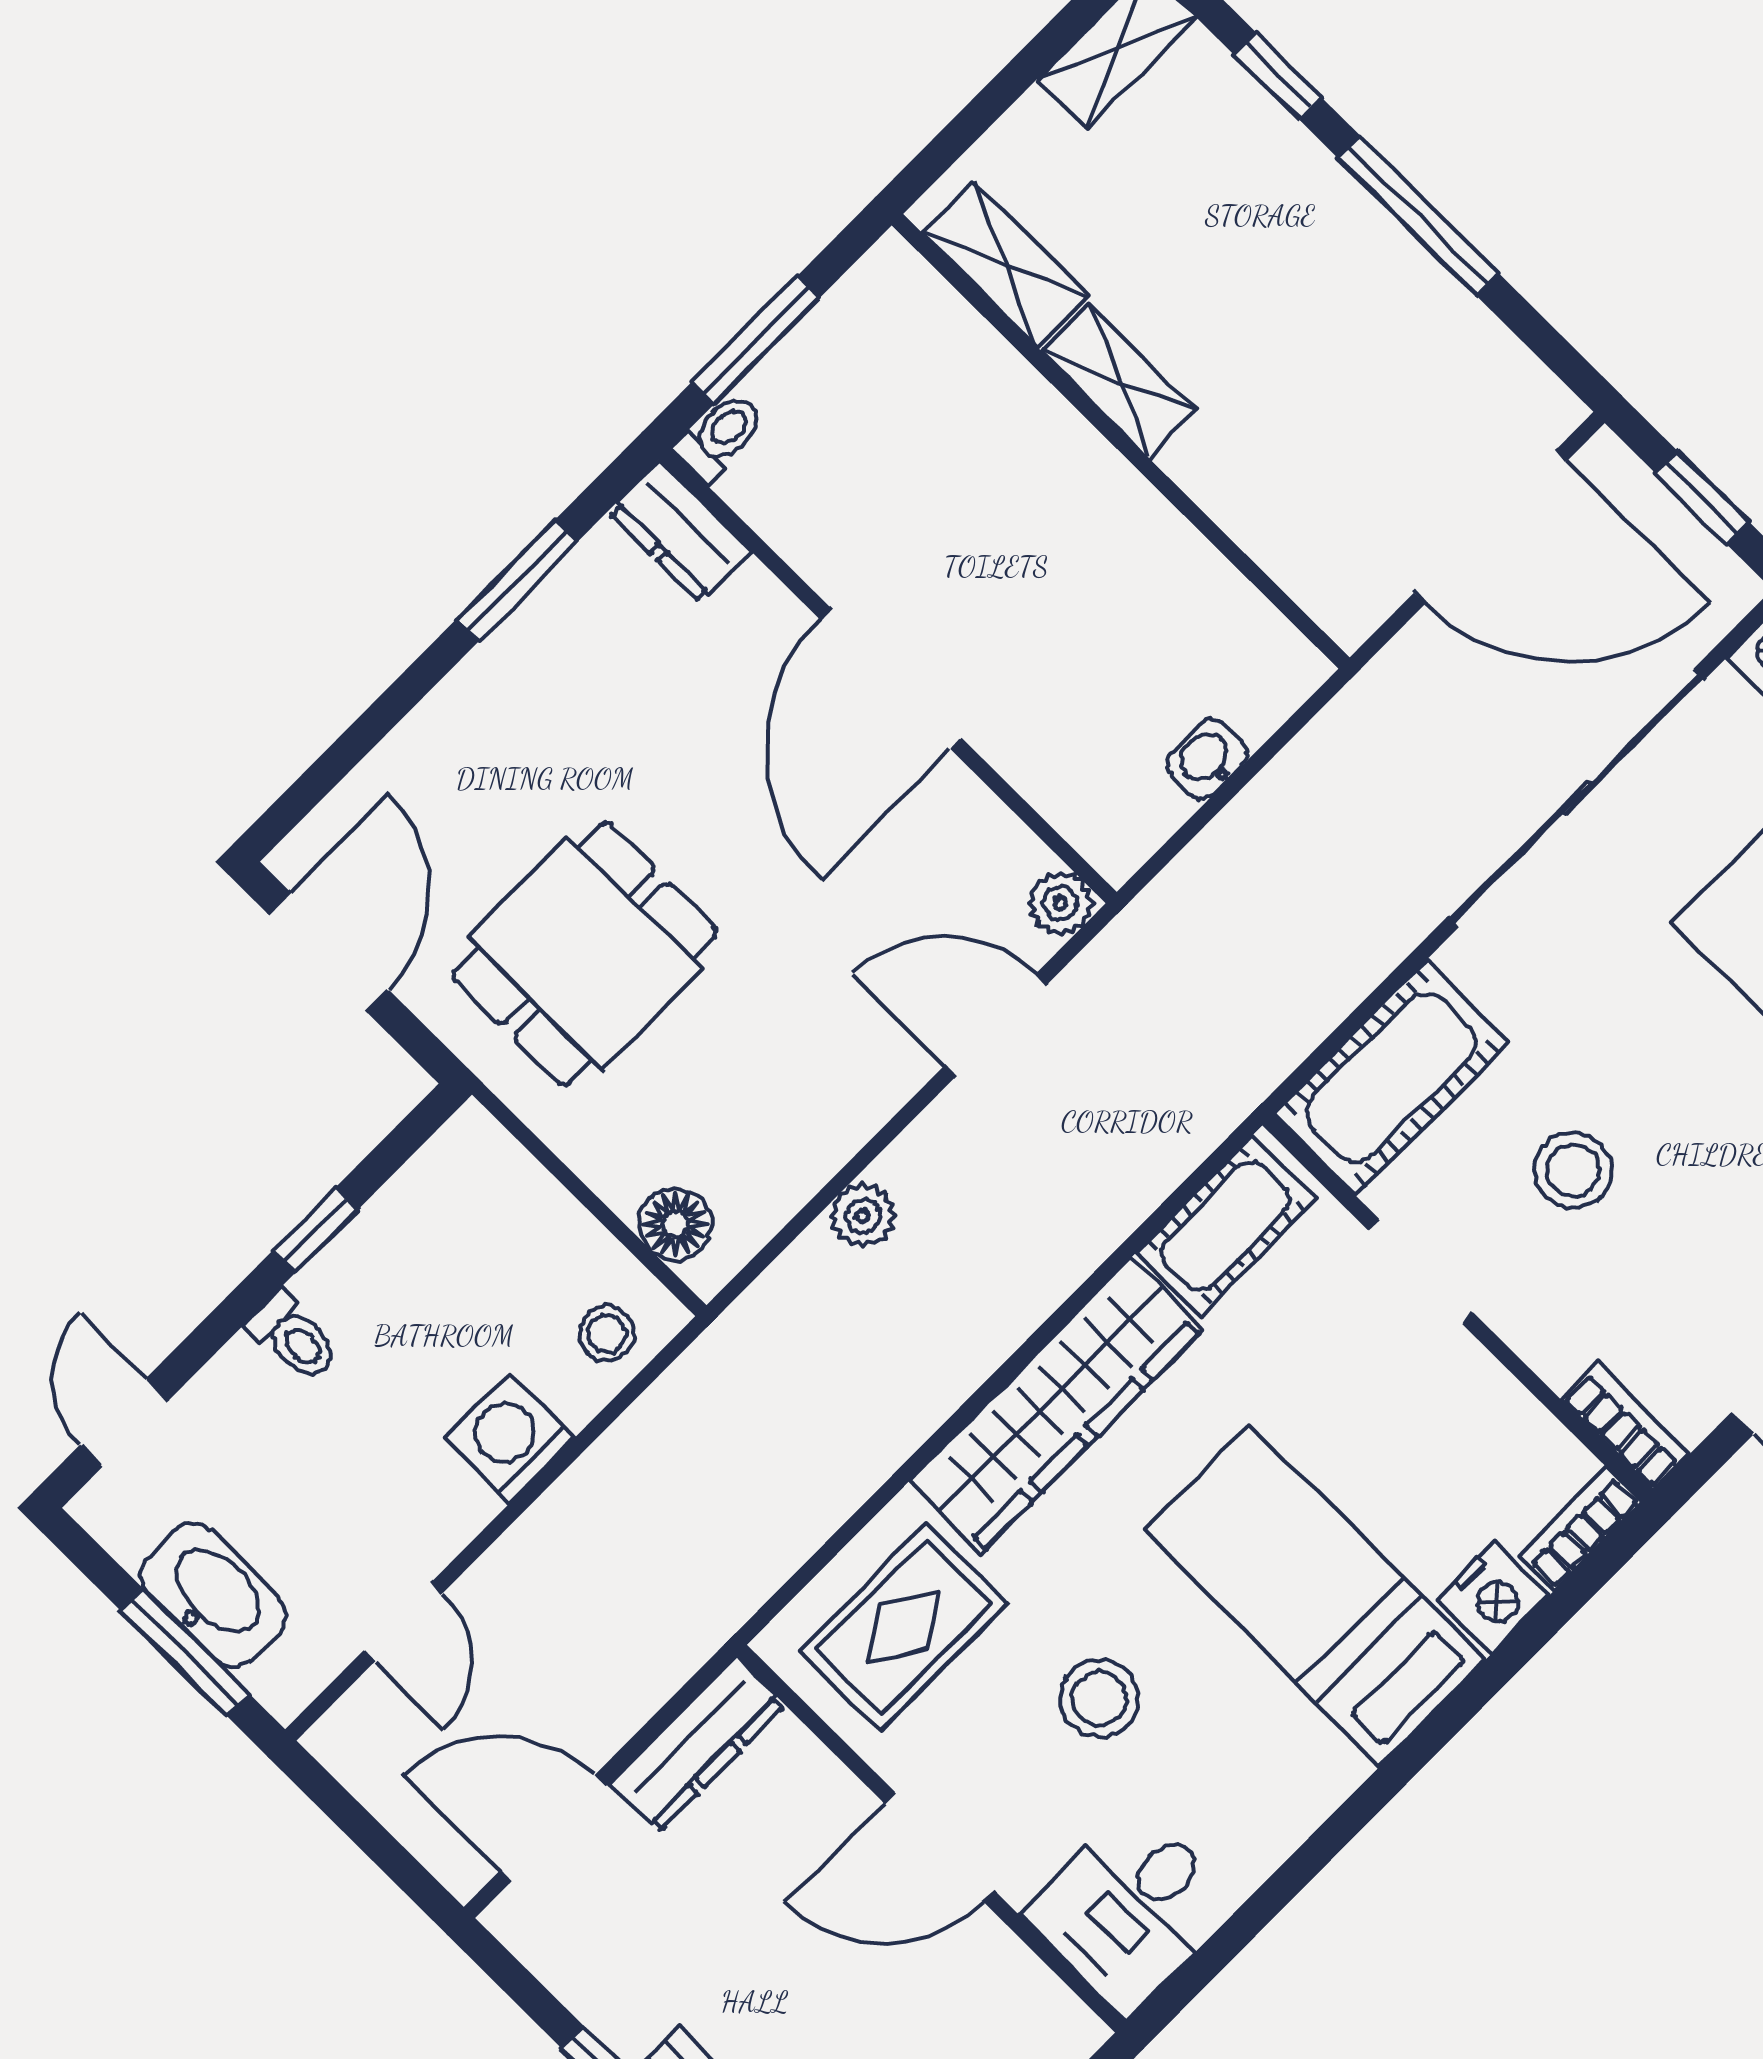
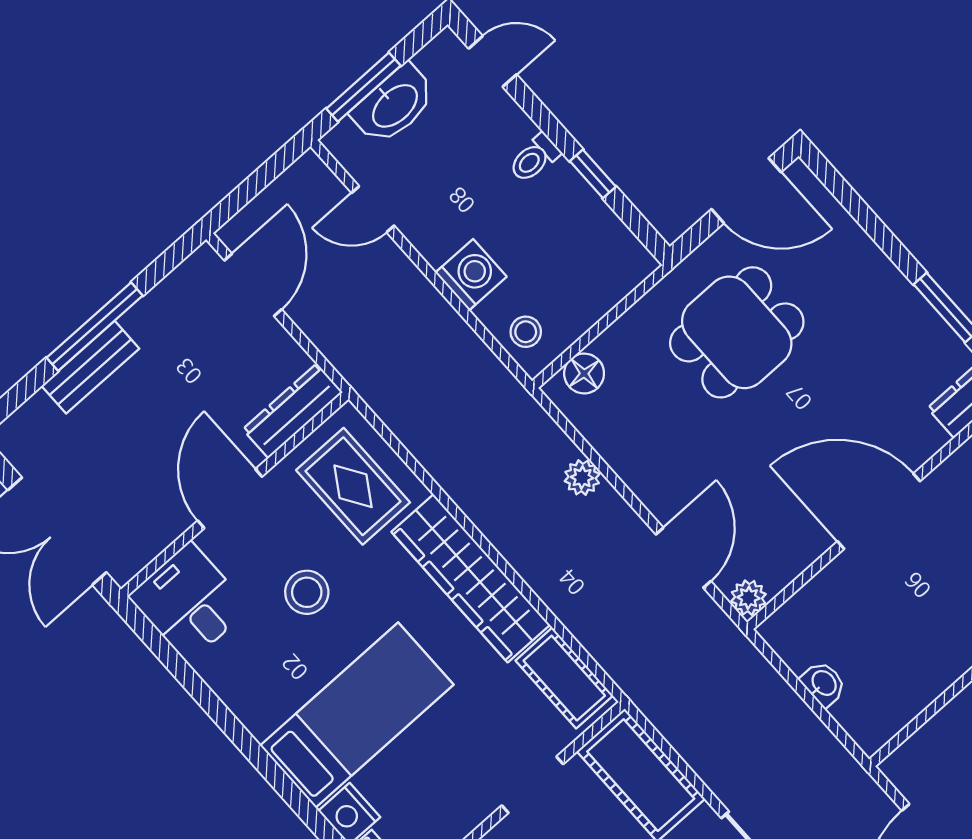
dining table: (585, 954) -> (737, 332), turned 90
dresser: (697, 1744) -> (293, 411), moved, turned 90

